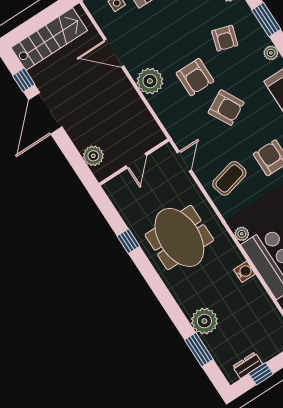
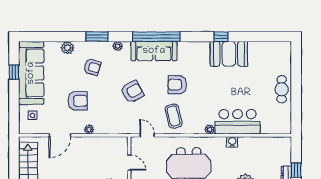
armchair: (195, 77) -> (78, 101), moved
plant: (150, 81) -> (89, 129), width x0.53, depth x0.53

